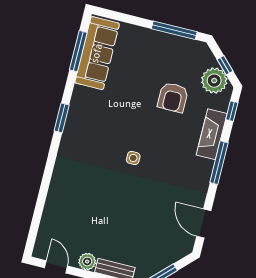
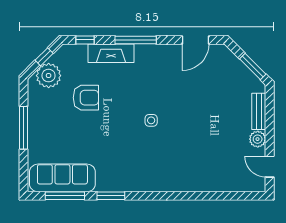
window: (174, 30) -> (23, 128), moved
plant: (214, 81) -> (49, 76), moved
window: (62, 118) -> (111, 196), moved
door: (56, 267) -> (270, 167), hinge flipped

